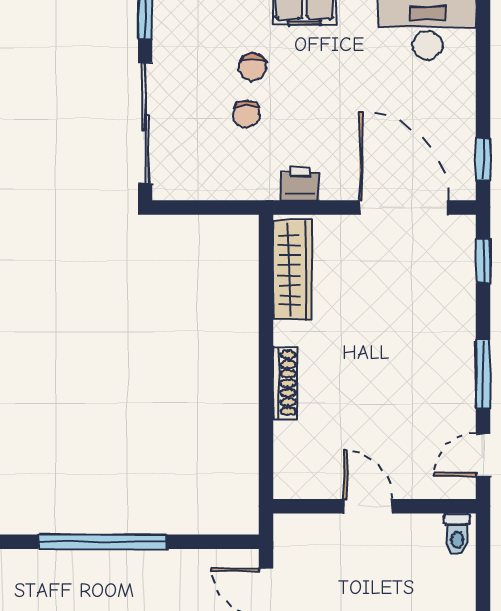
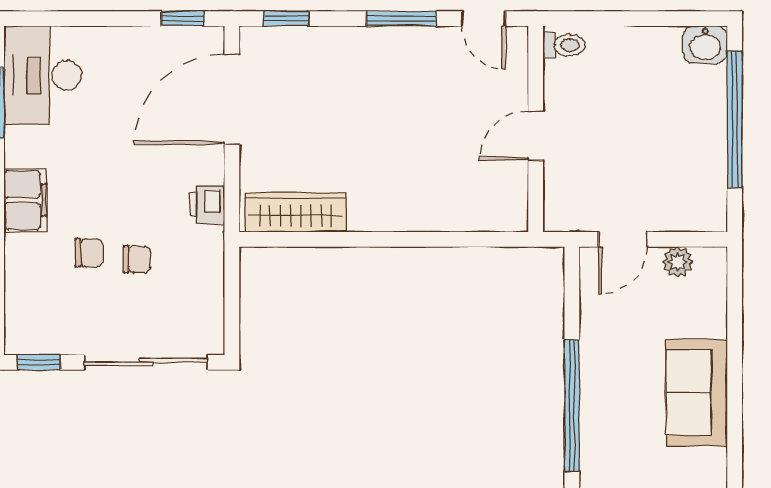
shoe rack: (285, 383) -> (410, 220), removed

